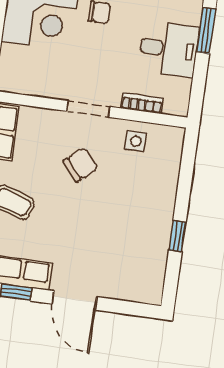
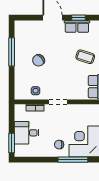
chair: (81, 165) -> (39, 60), moved
window: (177, 236) -> (12, 52), width x2.17

